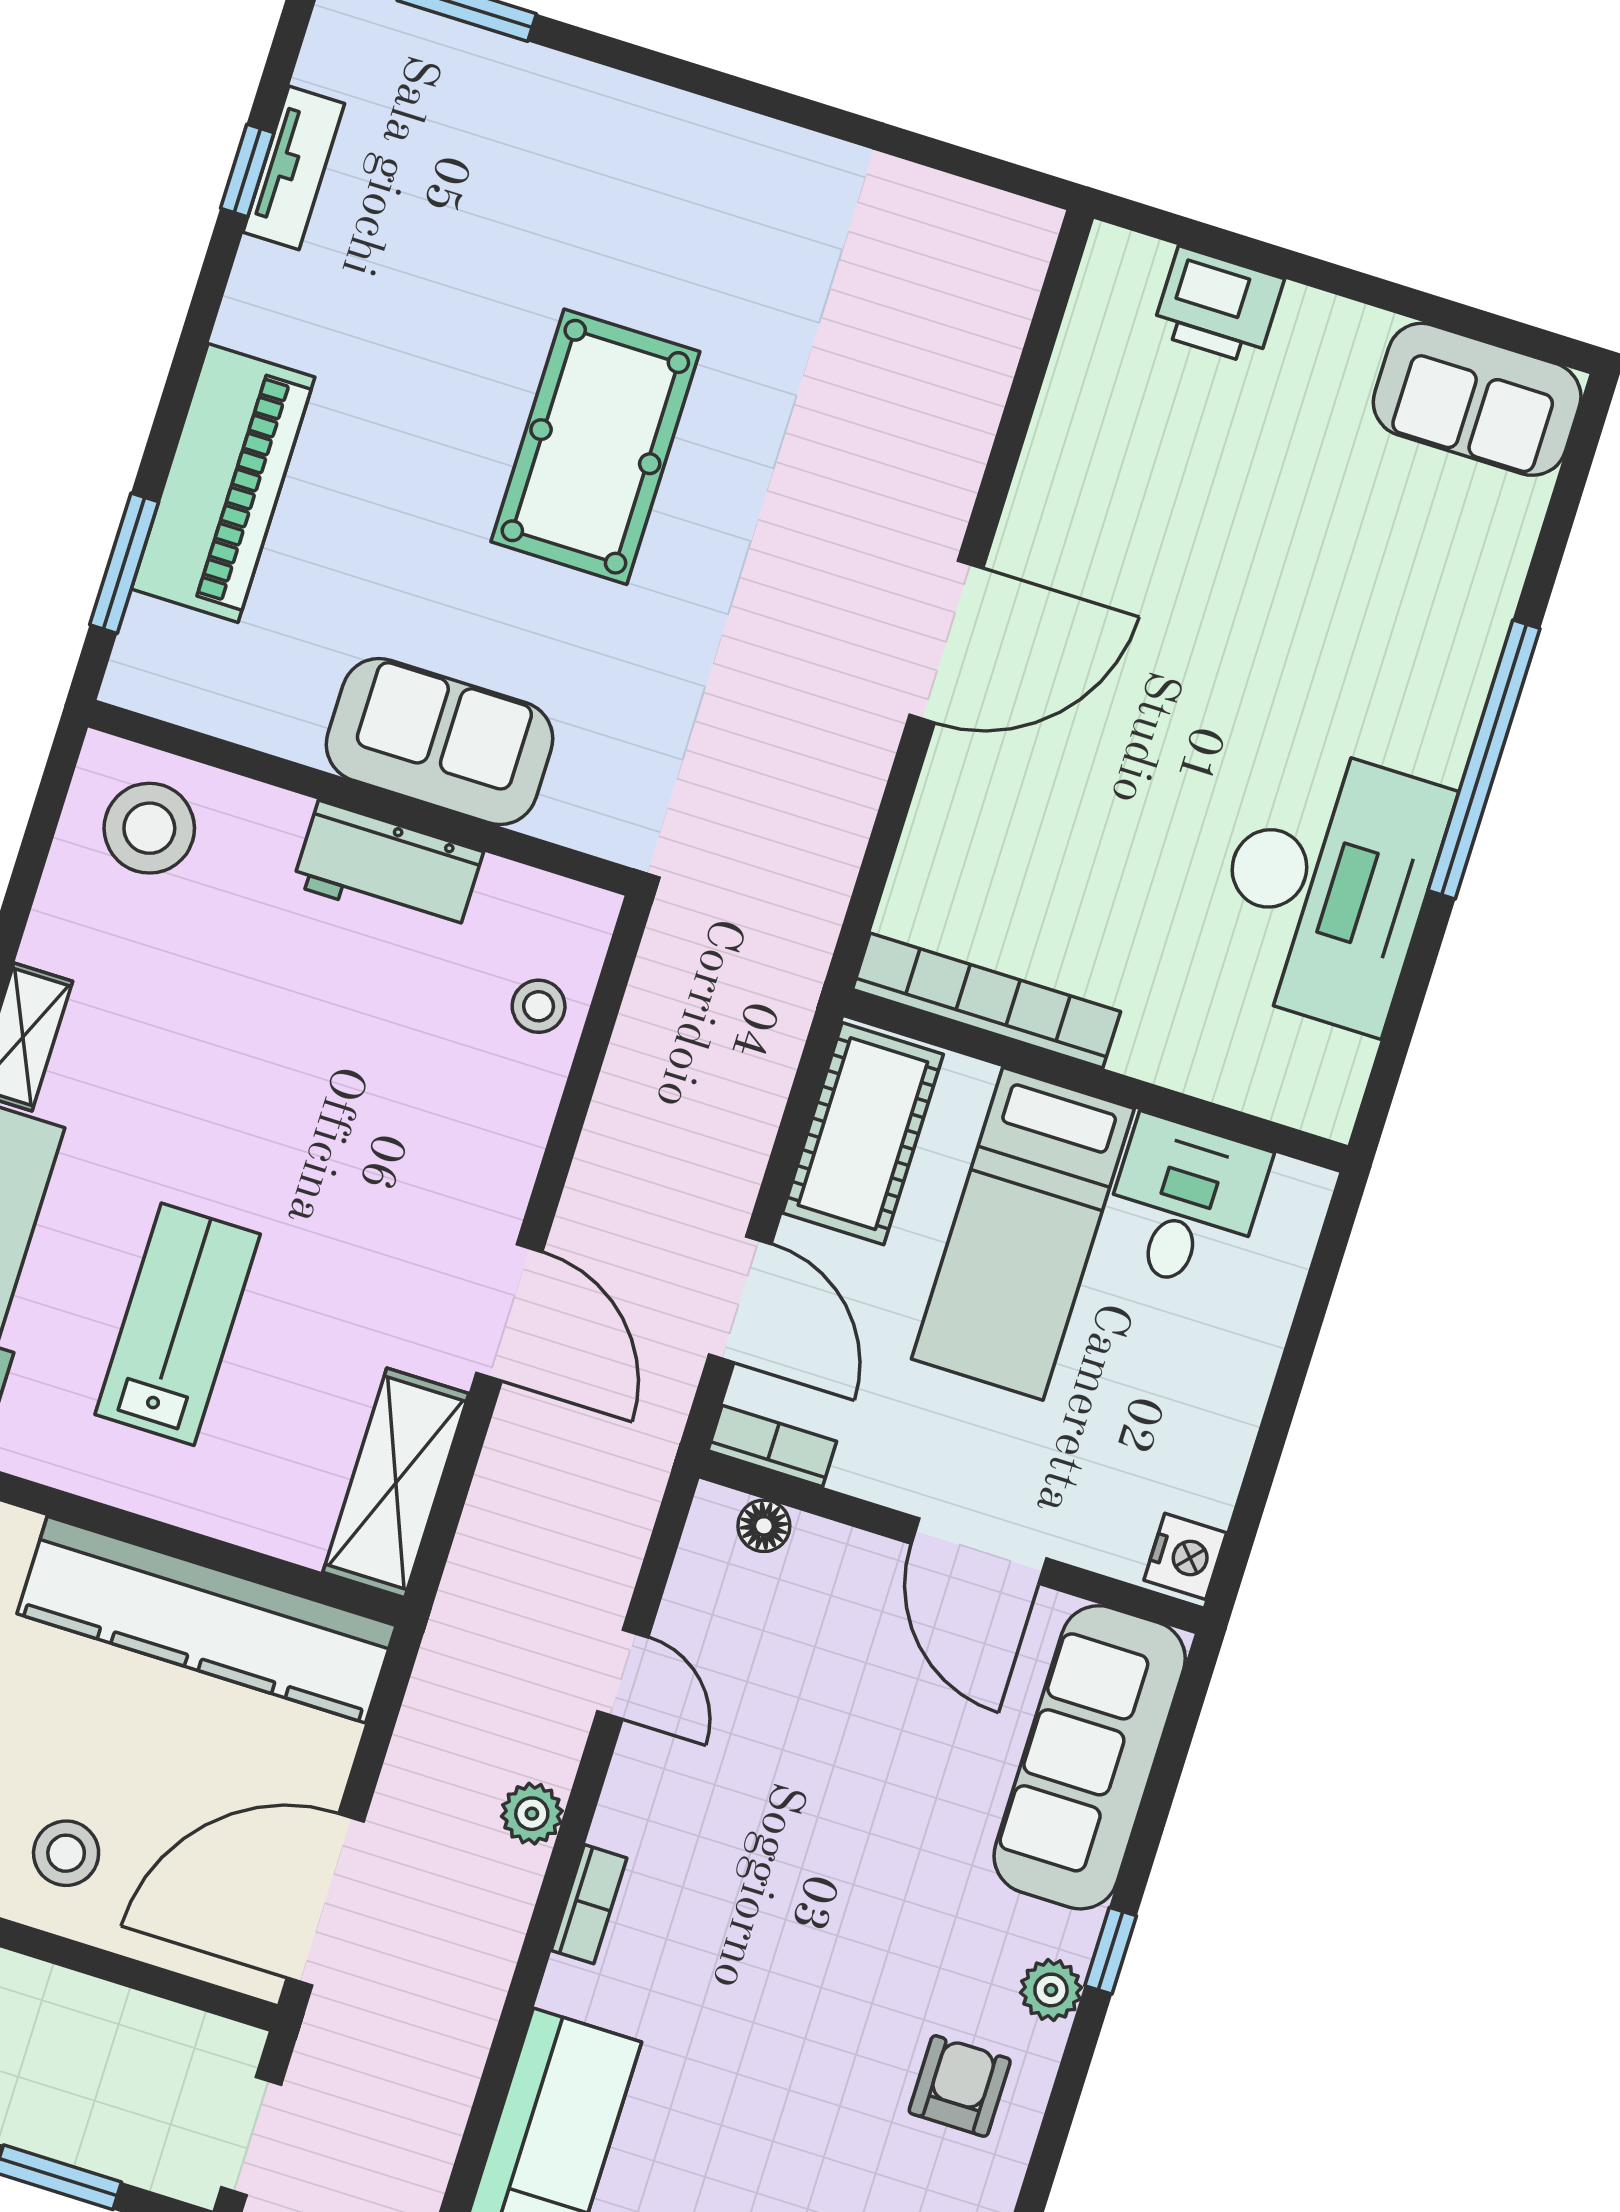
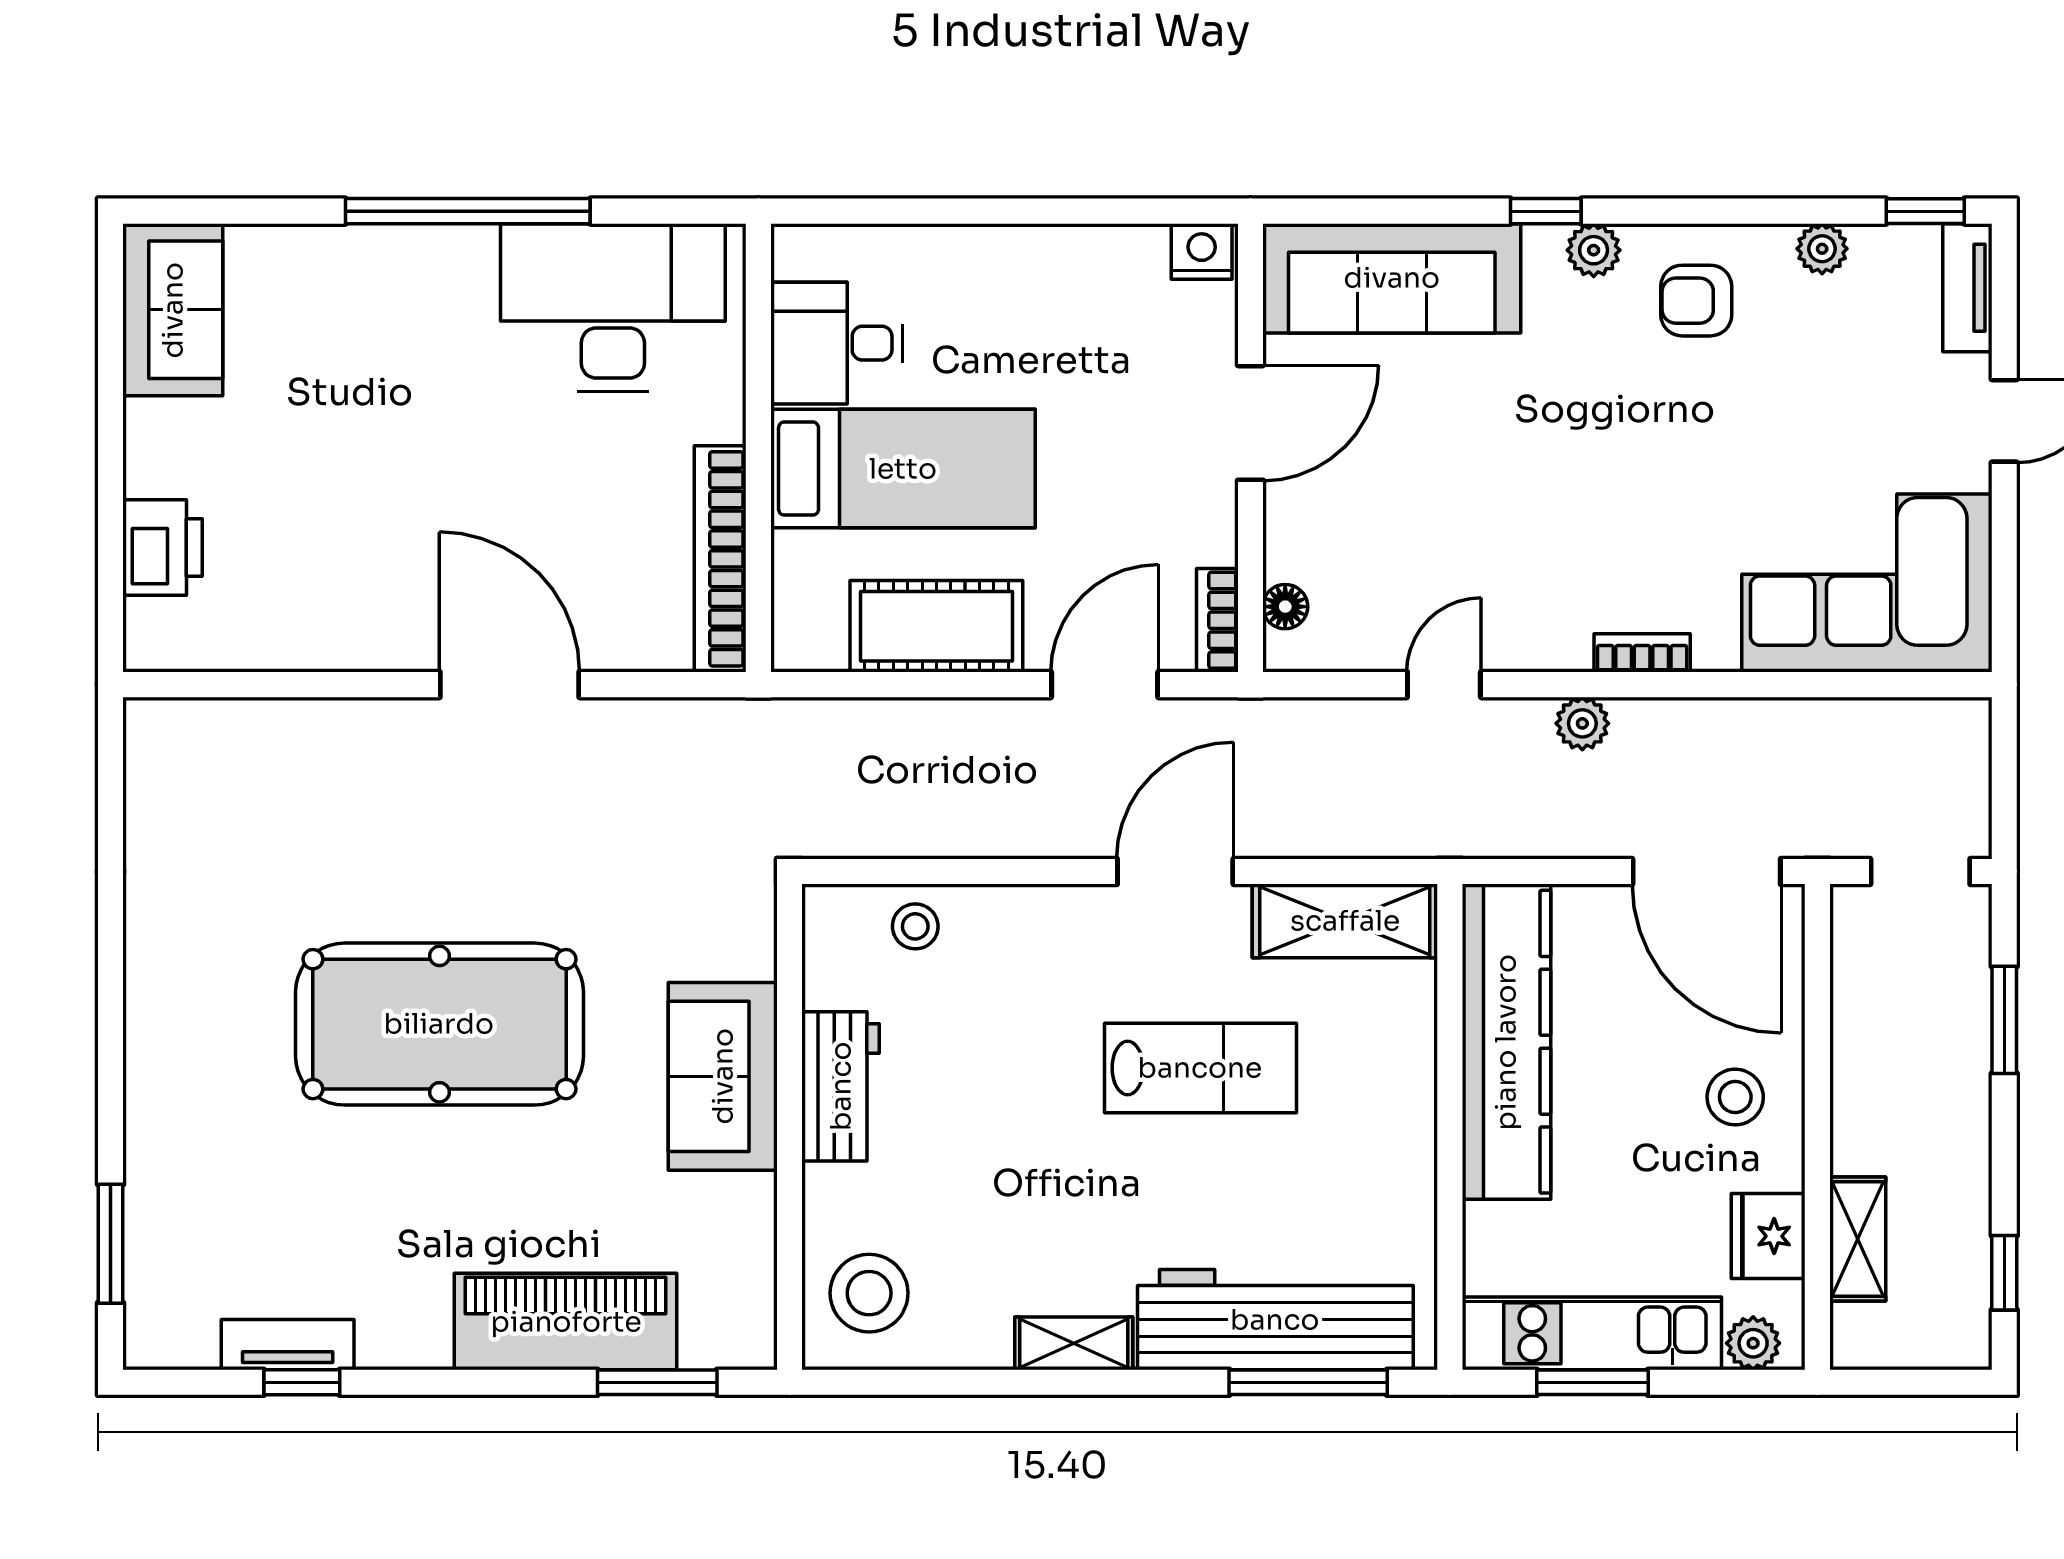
pool table: (595, 447) -> (439, 1024), width x1.36, depth x1.32
bookcase: (986, 1001) -> (720, 559), moved
wall: (1096, 1081) -> (758, 448), moved
desk: (1184, 1204) -> (837, 343), moved
bed: (1023, 1234) -> (903, 469), moved
lab bench: (178, 1324) -> (1200, 1068), moved, turned 180

